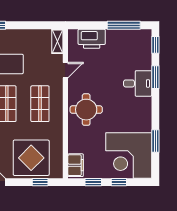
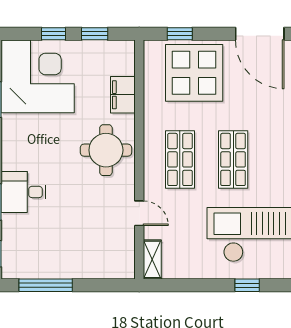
printer: (92, 39) -> (97, 264), removed
door: (65, 70) -> (139, 213), swing flipped
filing cabinet: (76, 165) -> (123, 95), moved

